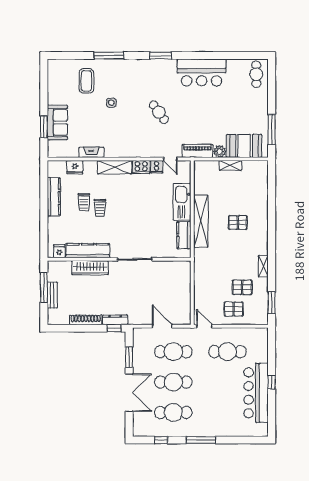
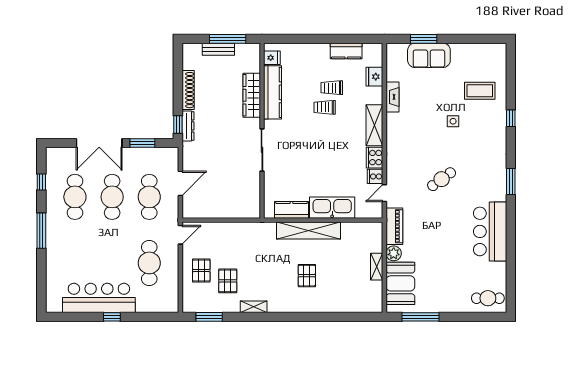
window: (109, 56) -> (511, 118), width x0.46
kitchen counter: (54, 197) -> (346, 51), width x0.67

